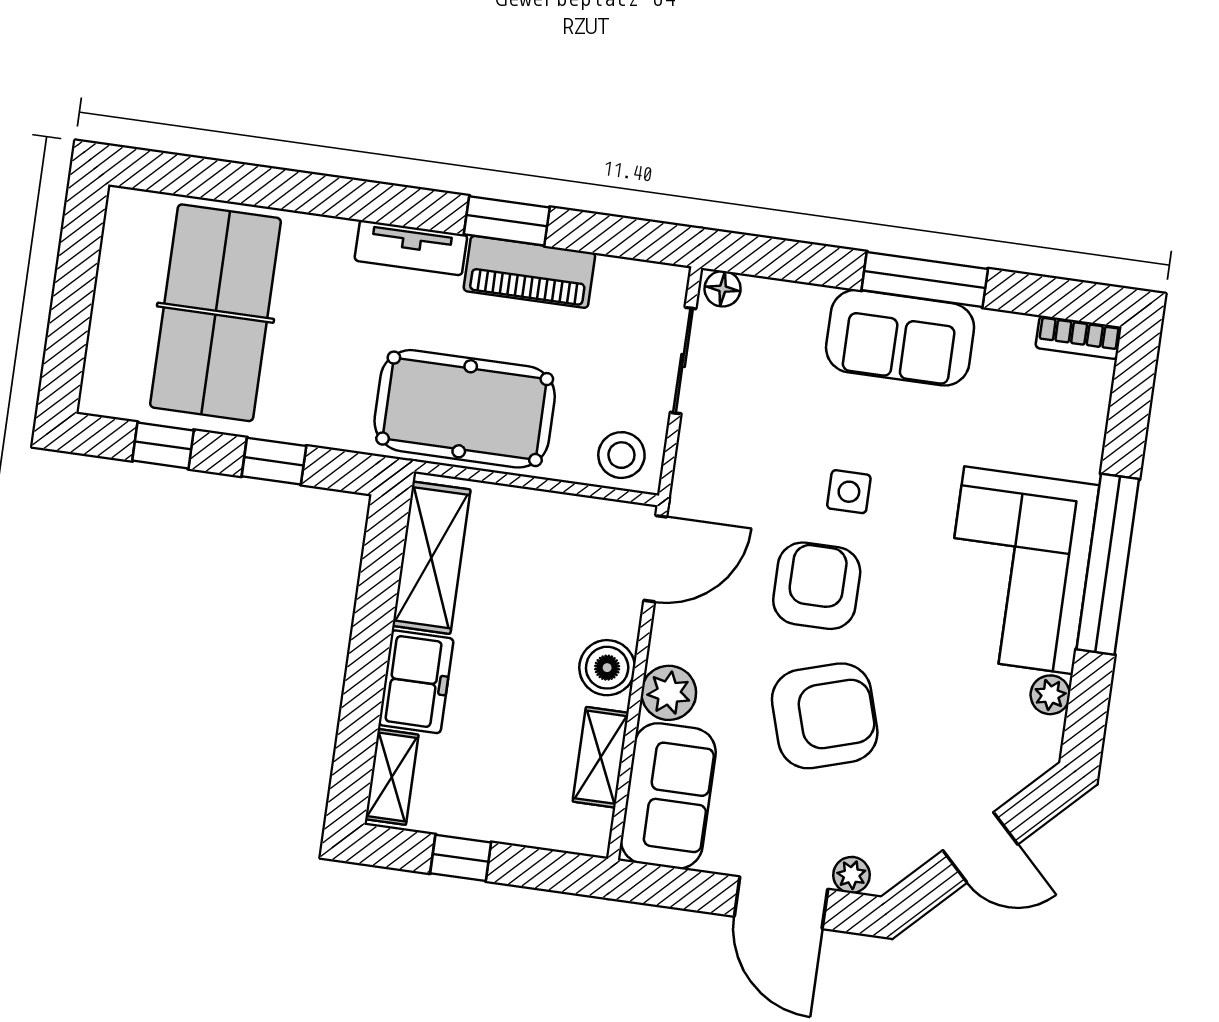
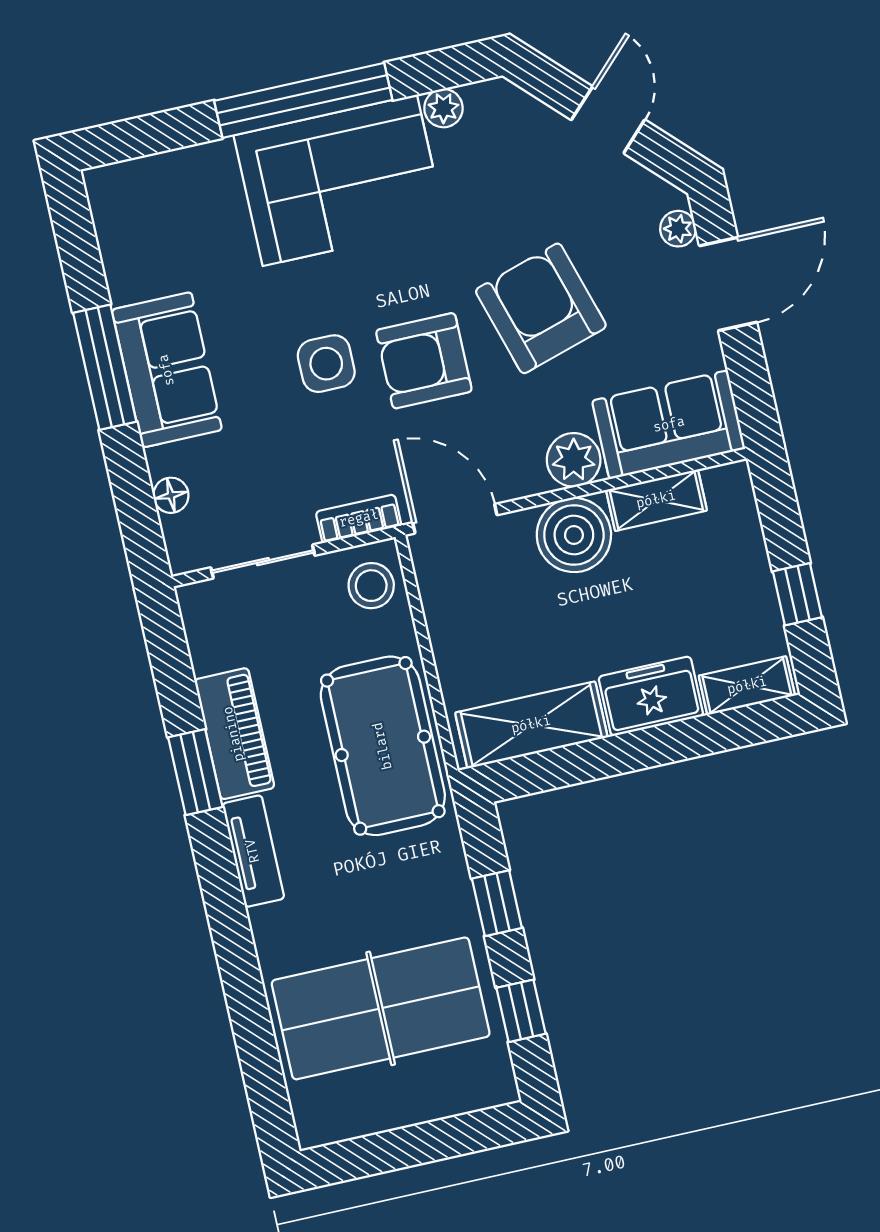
floor lamp: (723, 289) -> (171, 495), moved
bookcase: (1079, 337) -> (359, 519), moved, turned -90
side table: (849, 492) -> (326, 364), width x1.37, depth x1.37
boiler: (607, 668) -> (574, 535), width x1.37, depth x1.37

